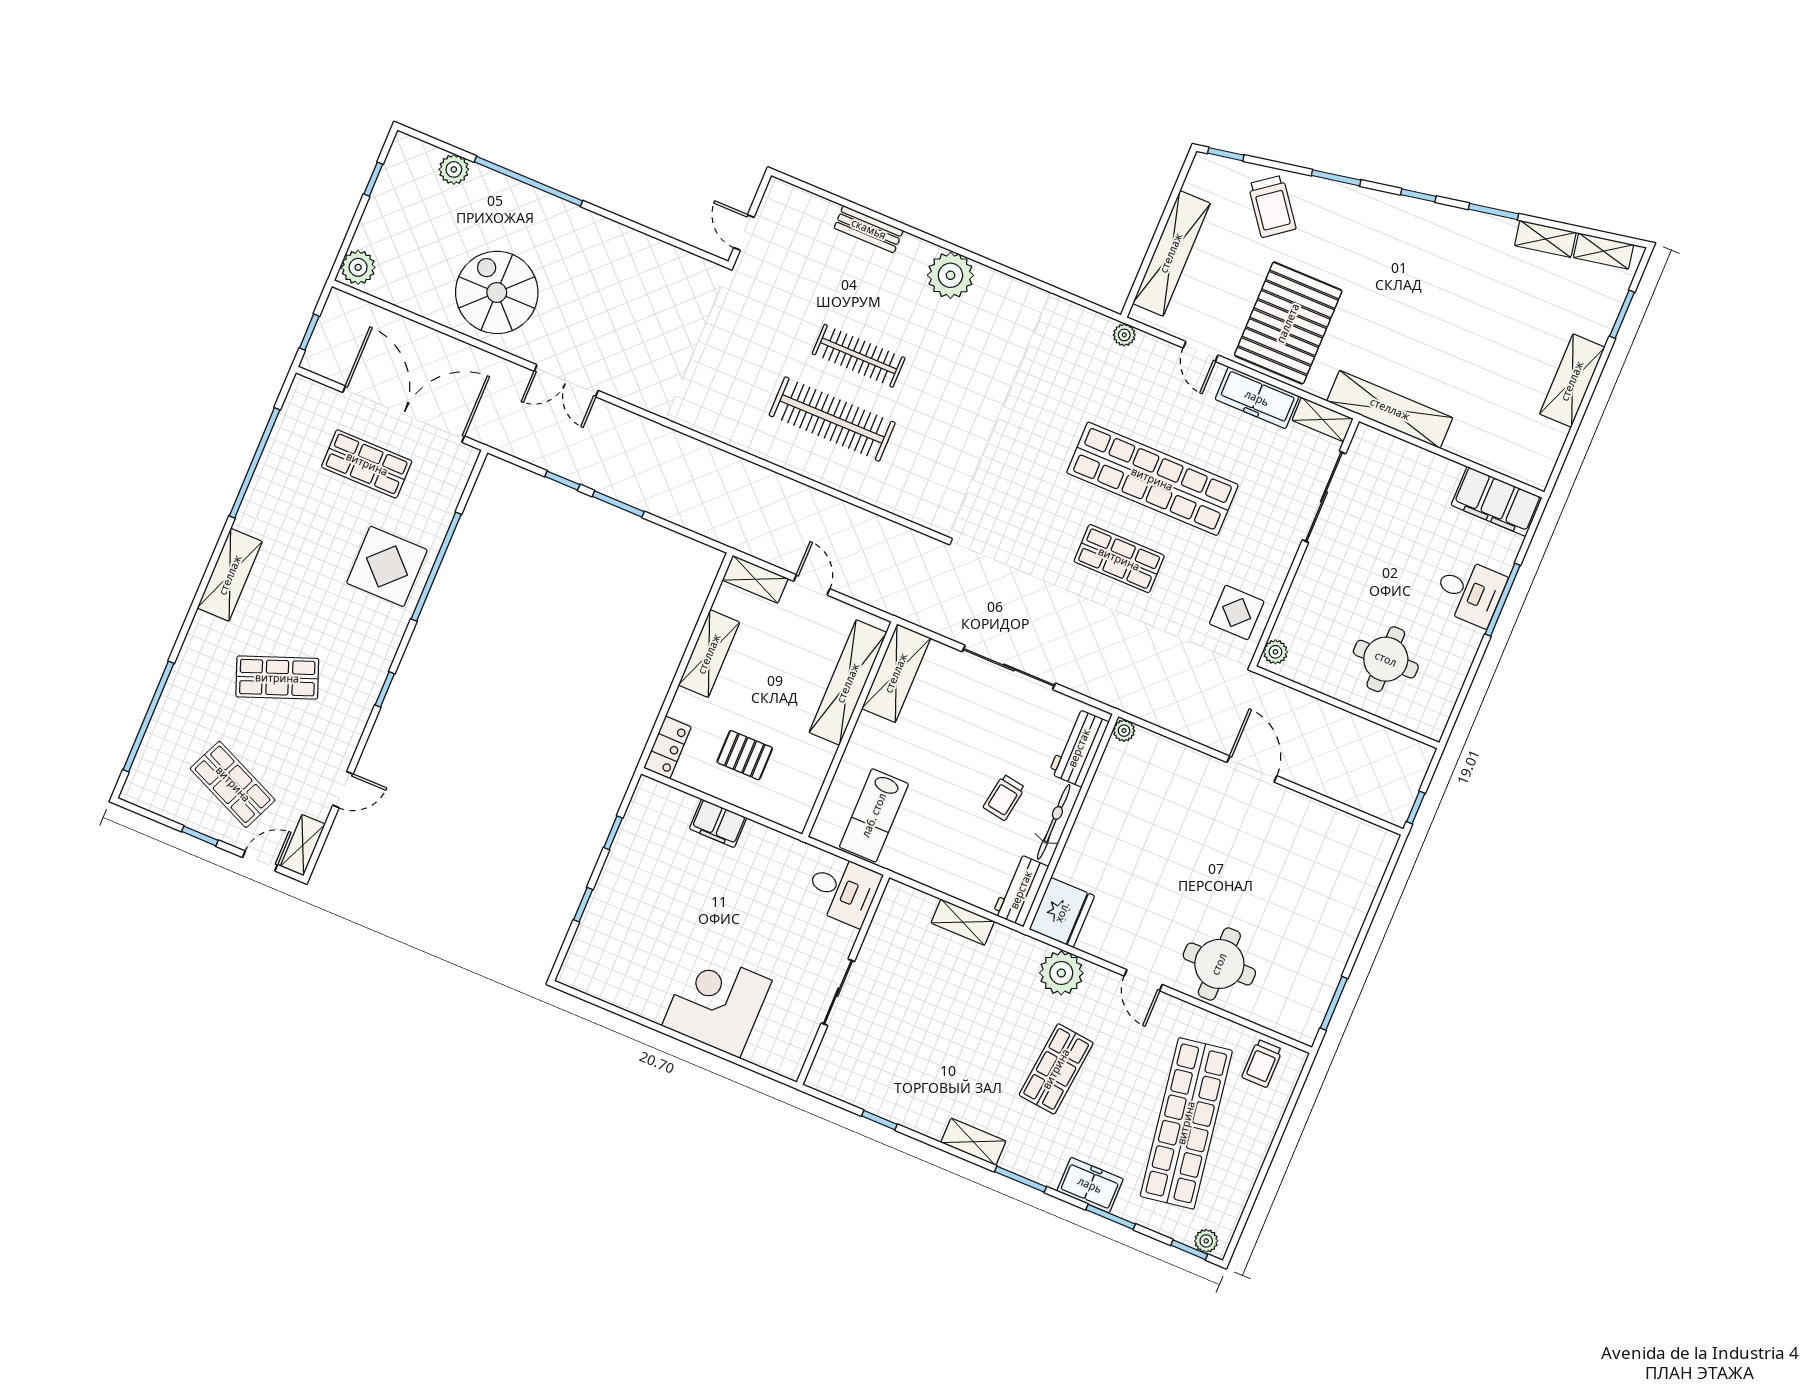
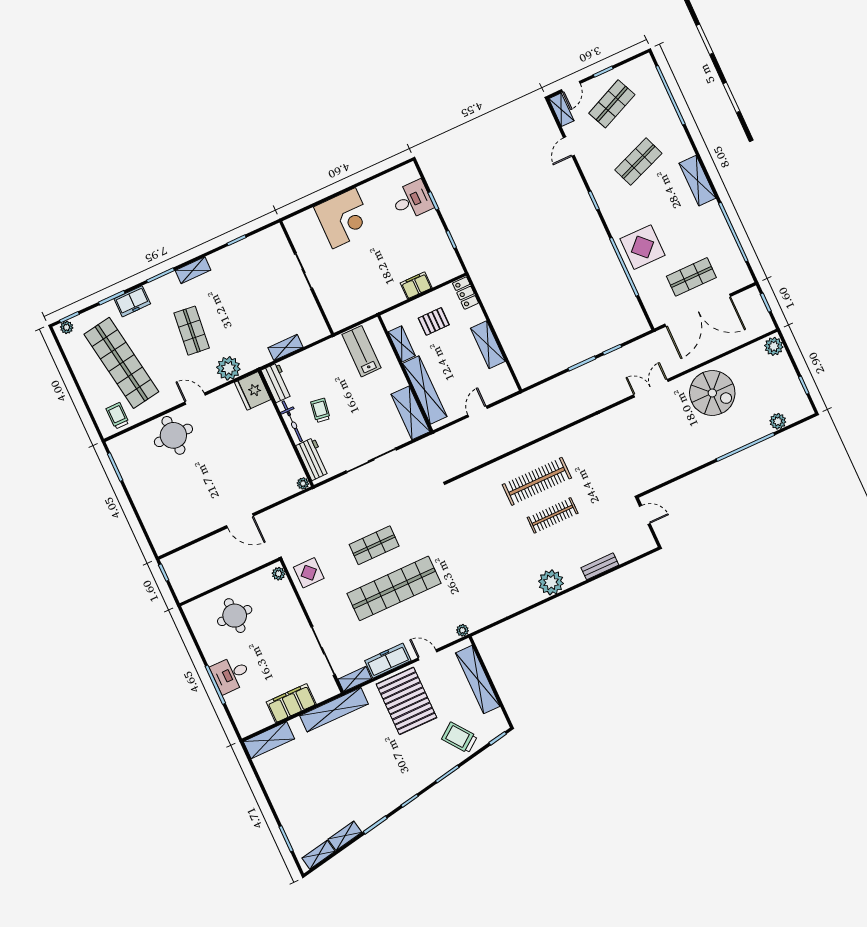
shelving: (1572, 381) -> (269, 740), moved, turned 90
filing cabinet: (1496, 501) -> (291, 703), moved
shelving: (755, 579) -> (402, 344), moved, turned 90
door: (812, 585) -> (477, 412), swing flipped
shop shelf: (233, 784) -> (612, 104), turned -48
desk: (843, 890) -> (412, 200), moved, turned 180

